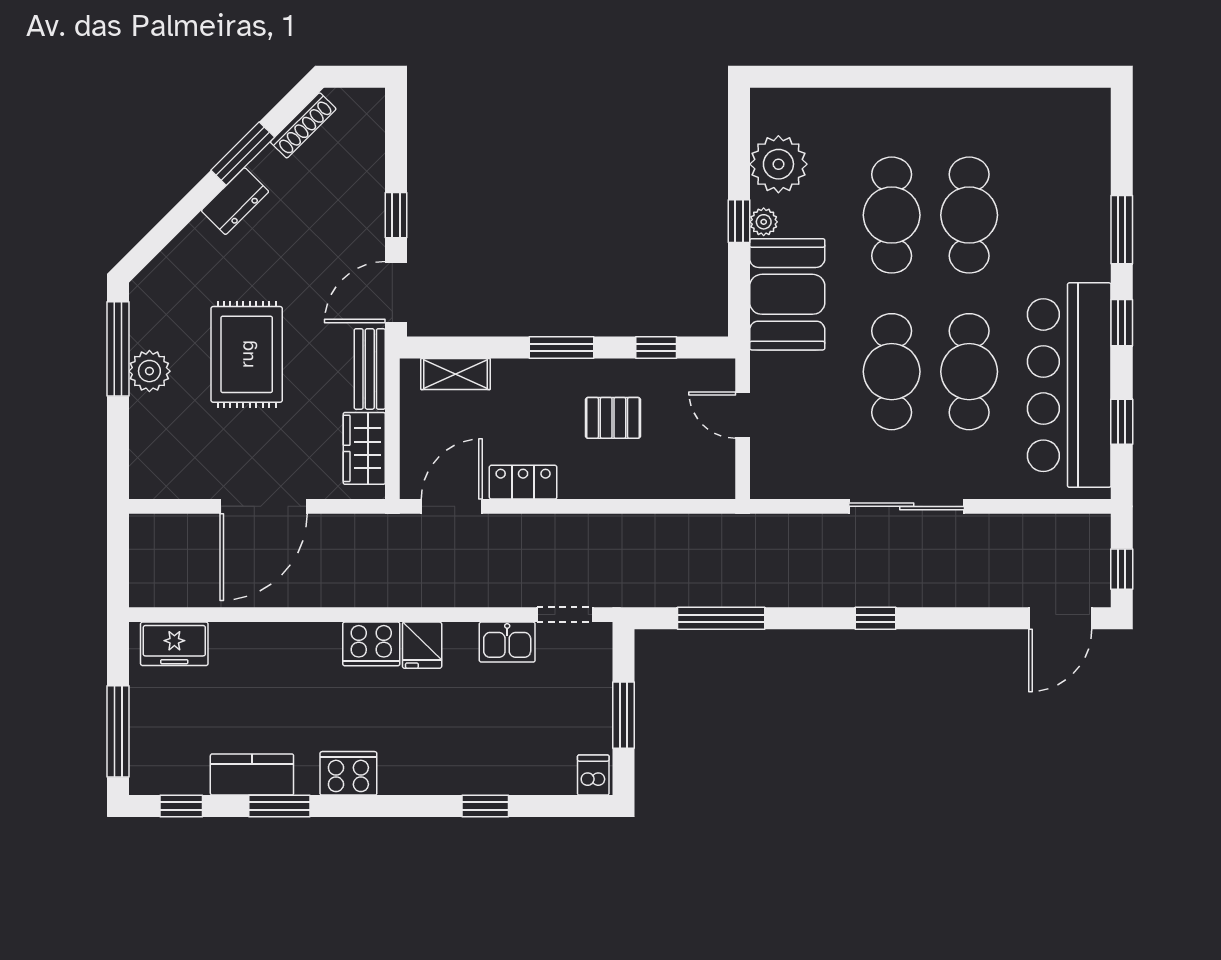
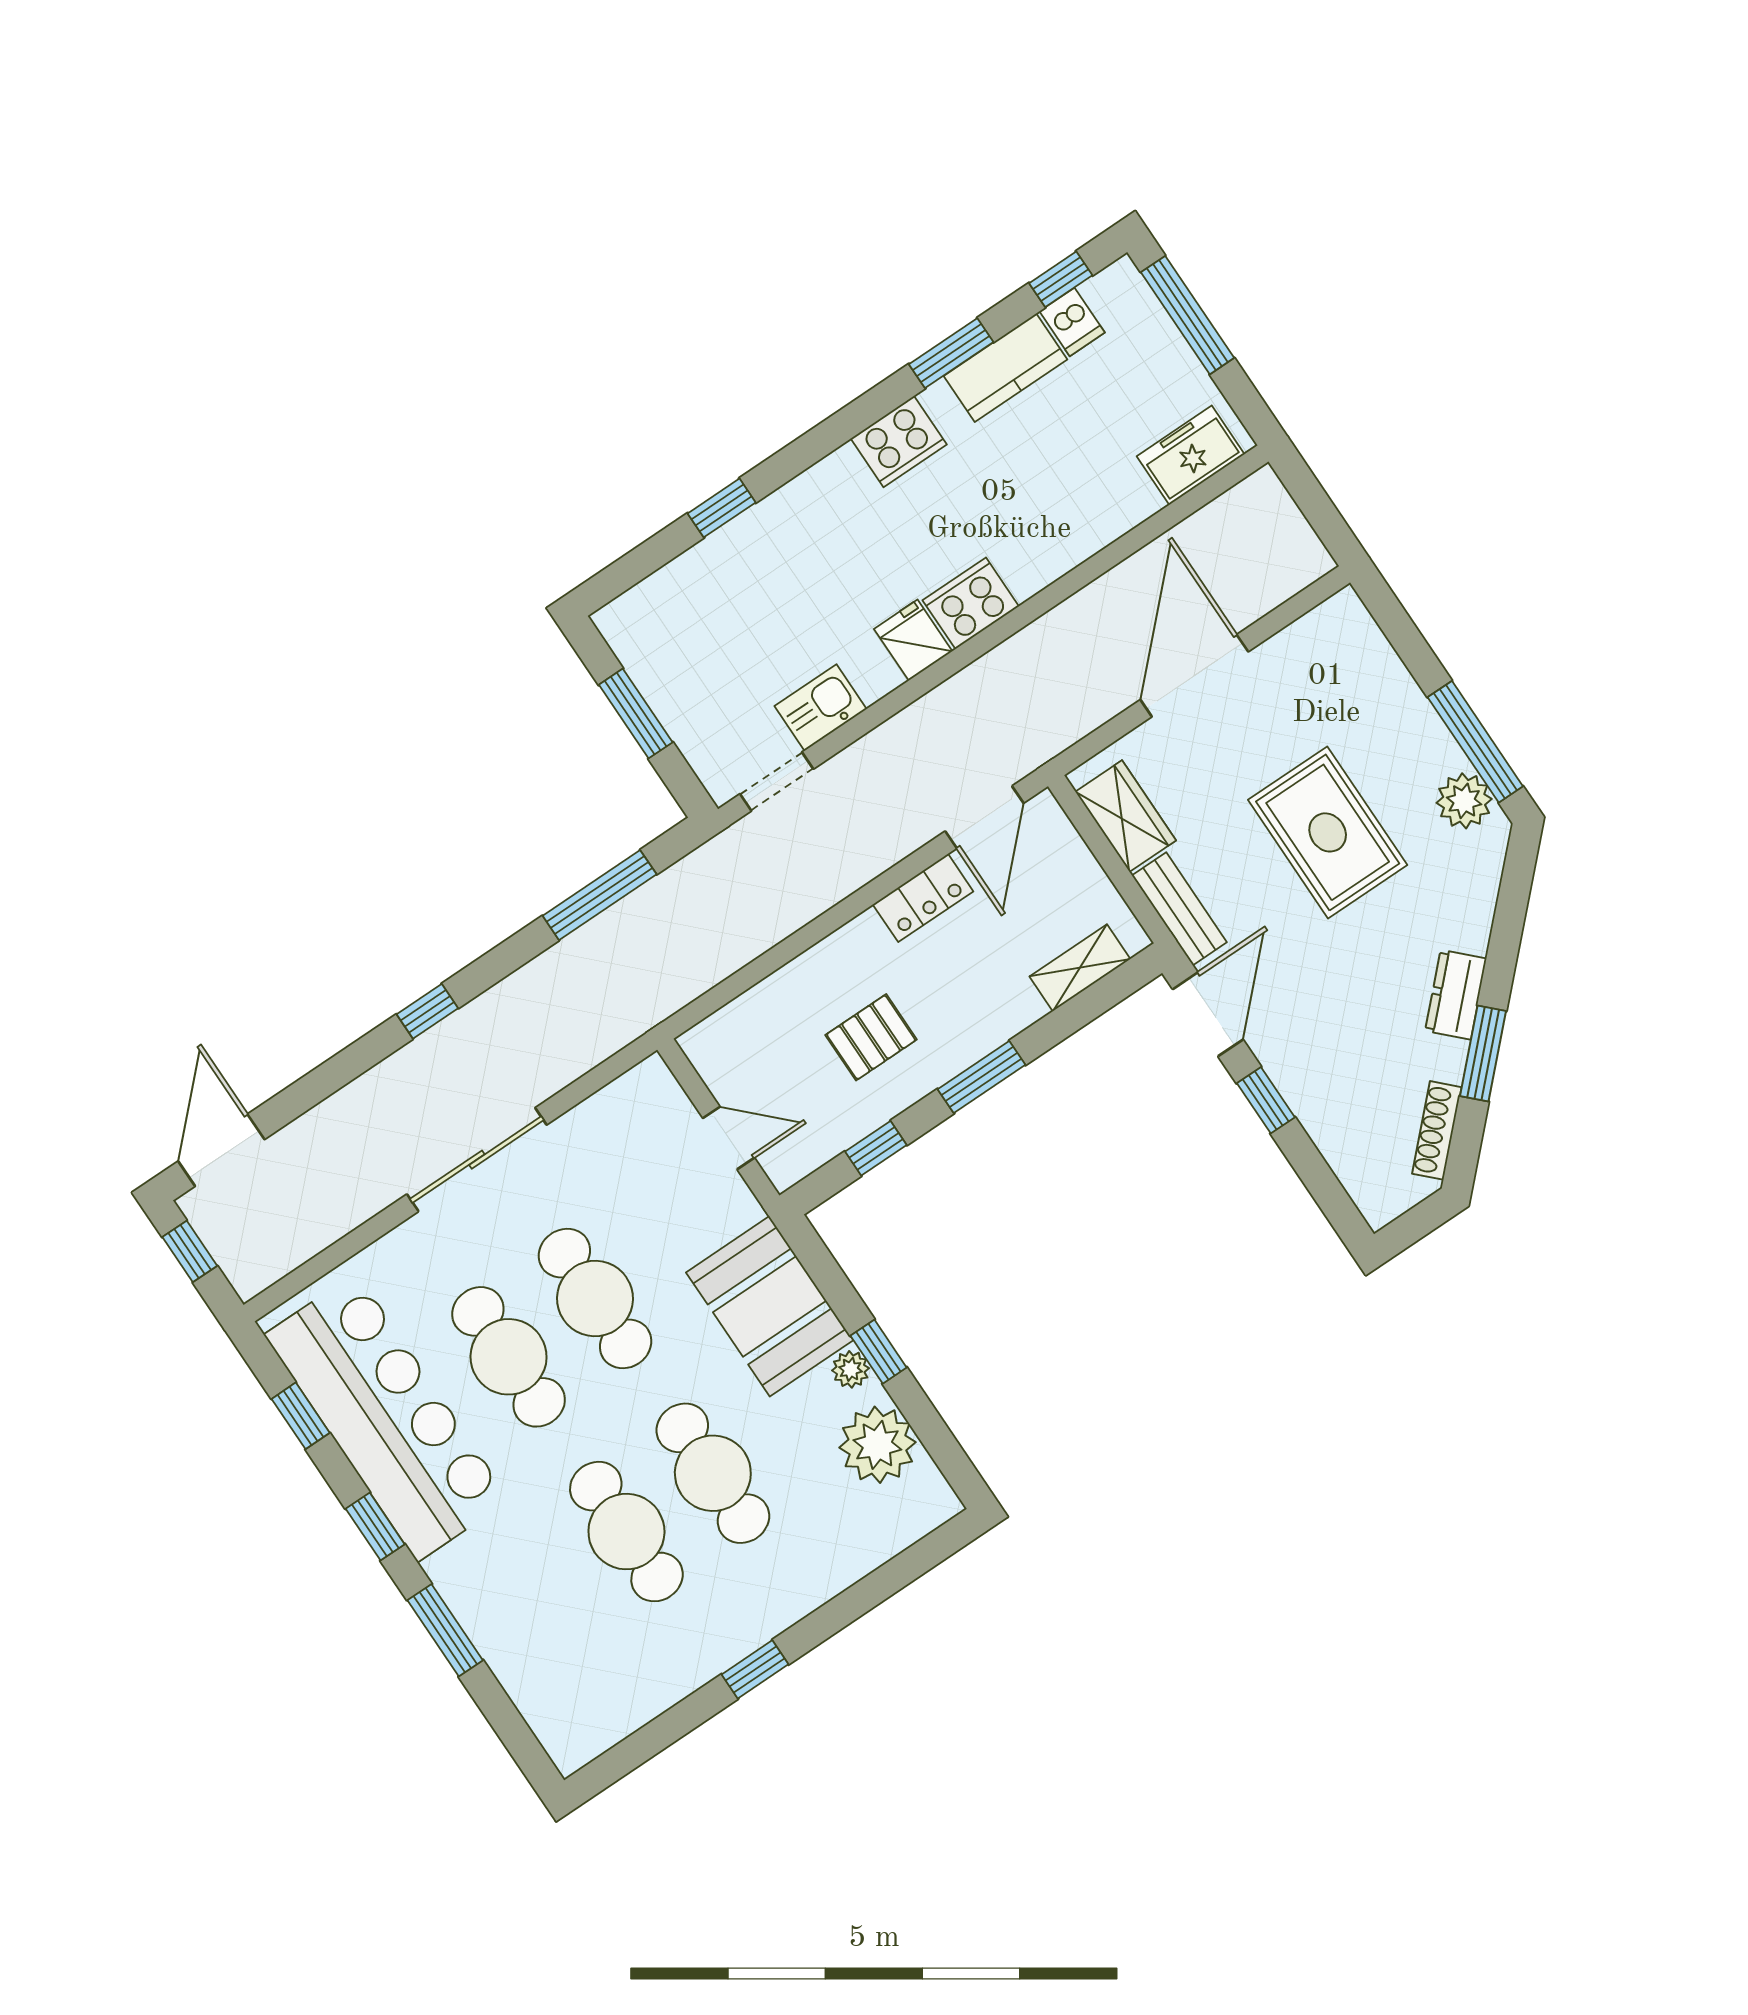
window: (947, 77) -> (755, 1669), added
plant: (149, 371) -> (1464, 801), moved
dishwasher: (593, 775) -> (1072, 322), moved

